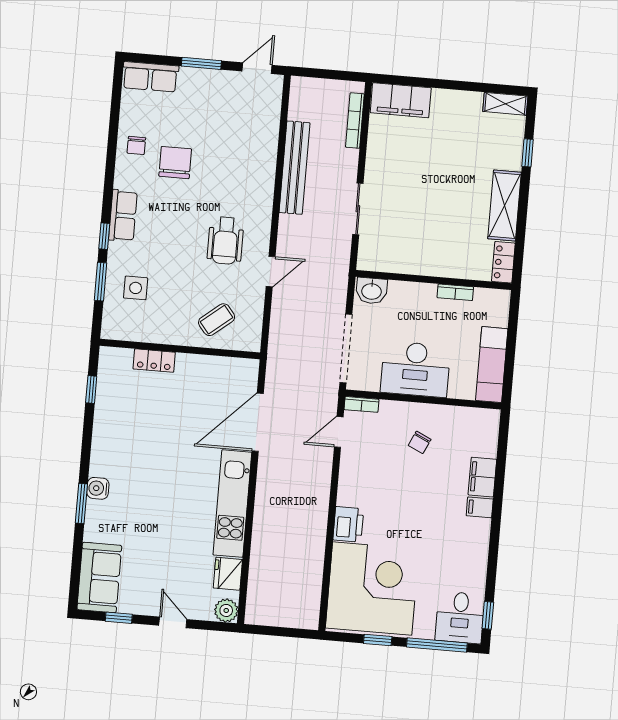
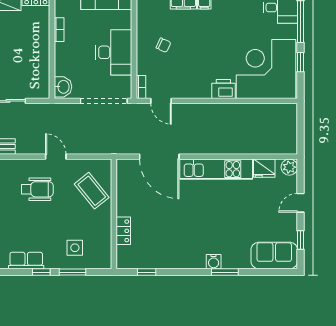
coffee table: (217, 320) -> (92, 191), width x1.36, depth x1.30

